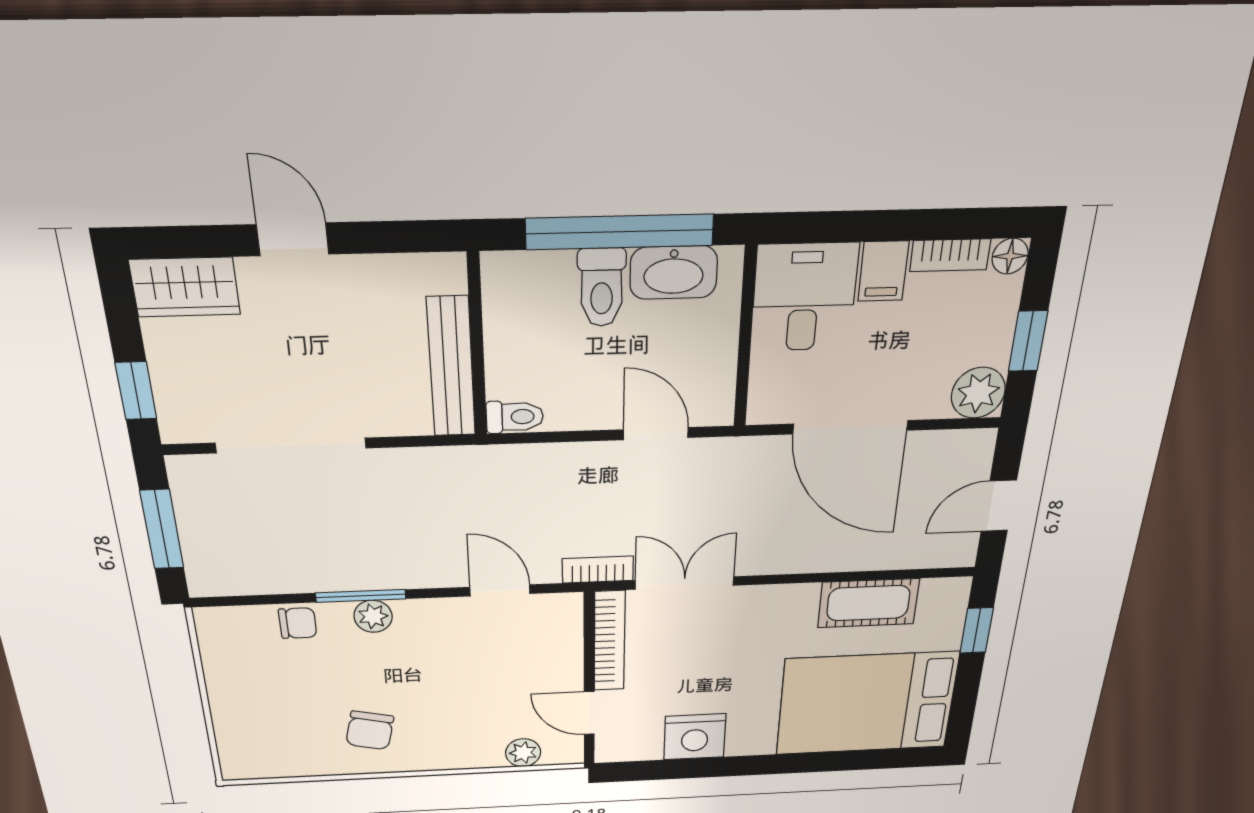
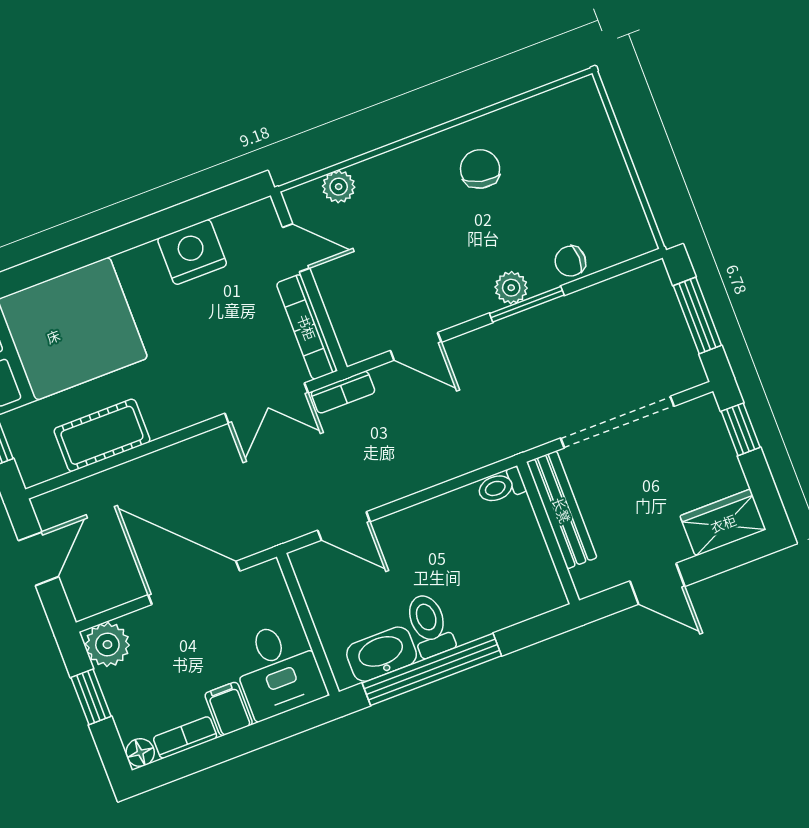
wall: (477, 346) -> (548, 533), moved
bench: (451, 367) -> (562, 510), moved
toilet: (515, 417) -> (501, 486), moved

